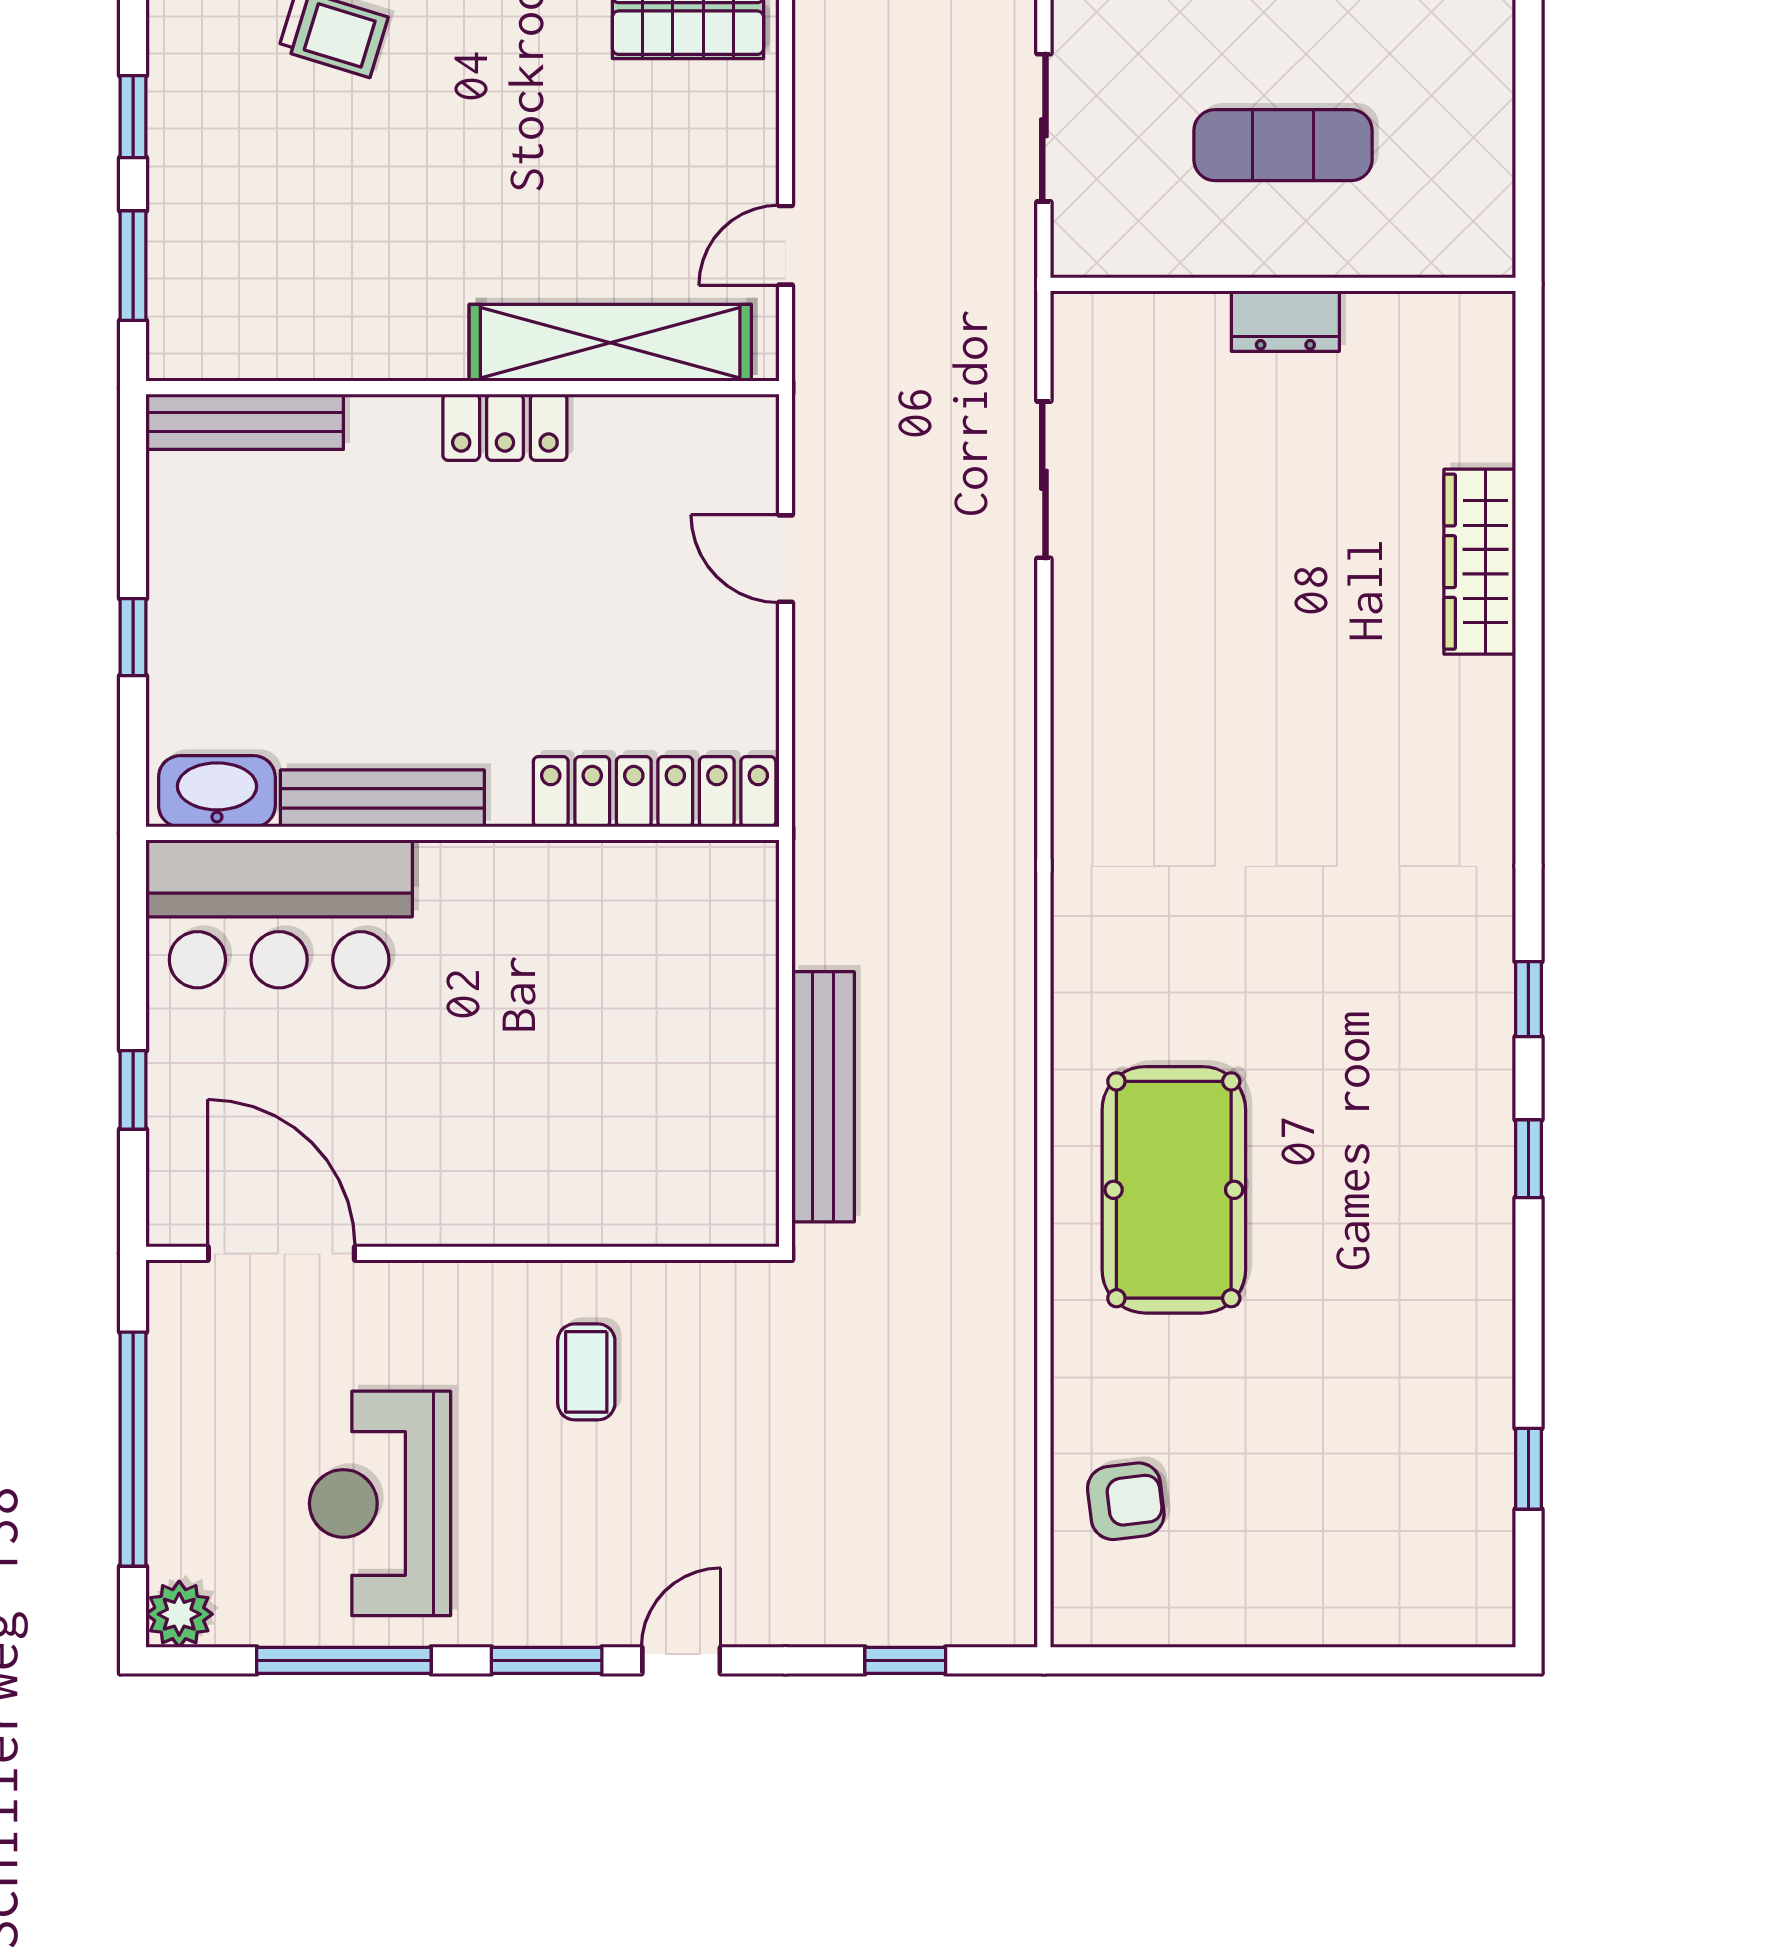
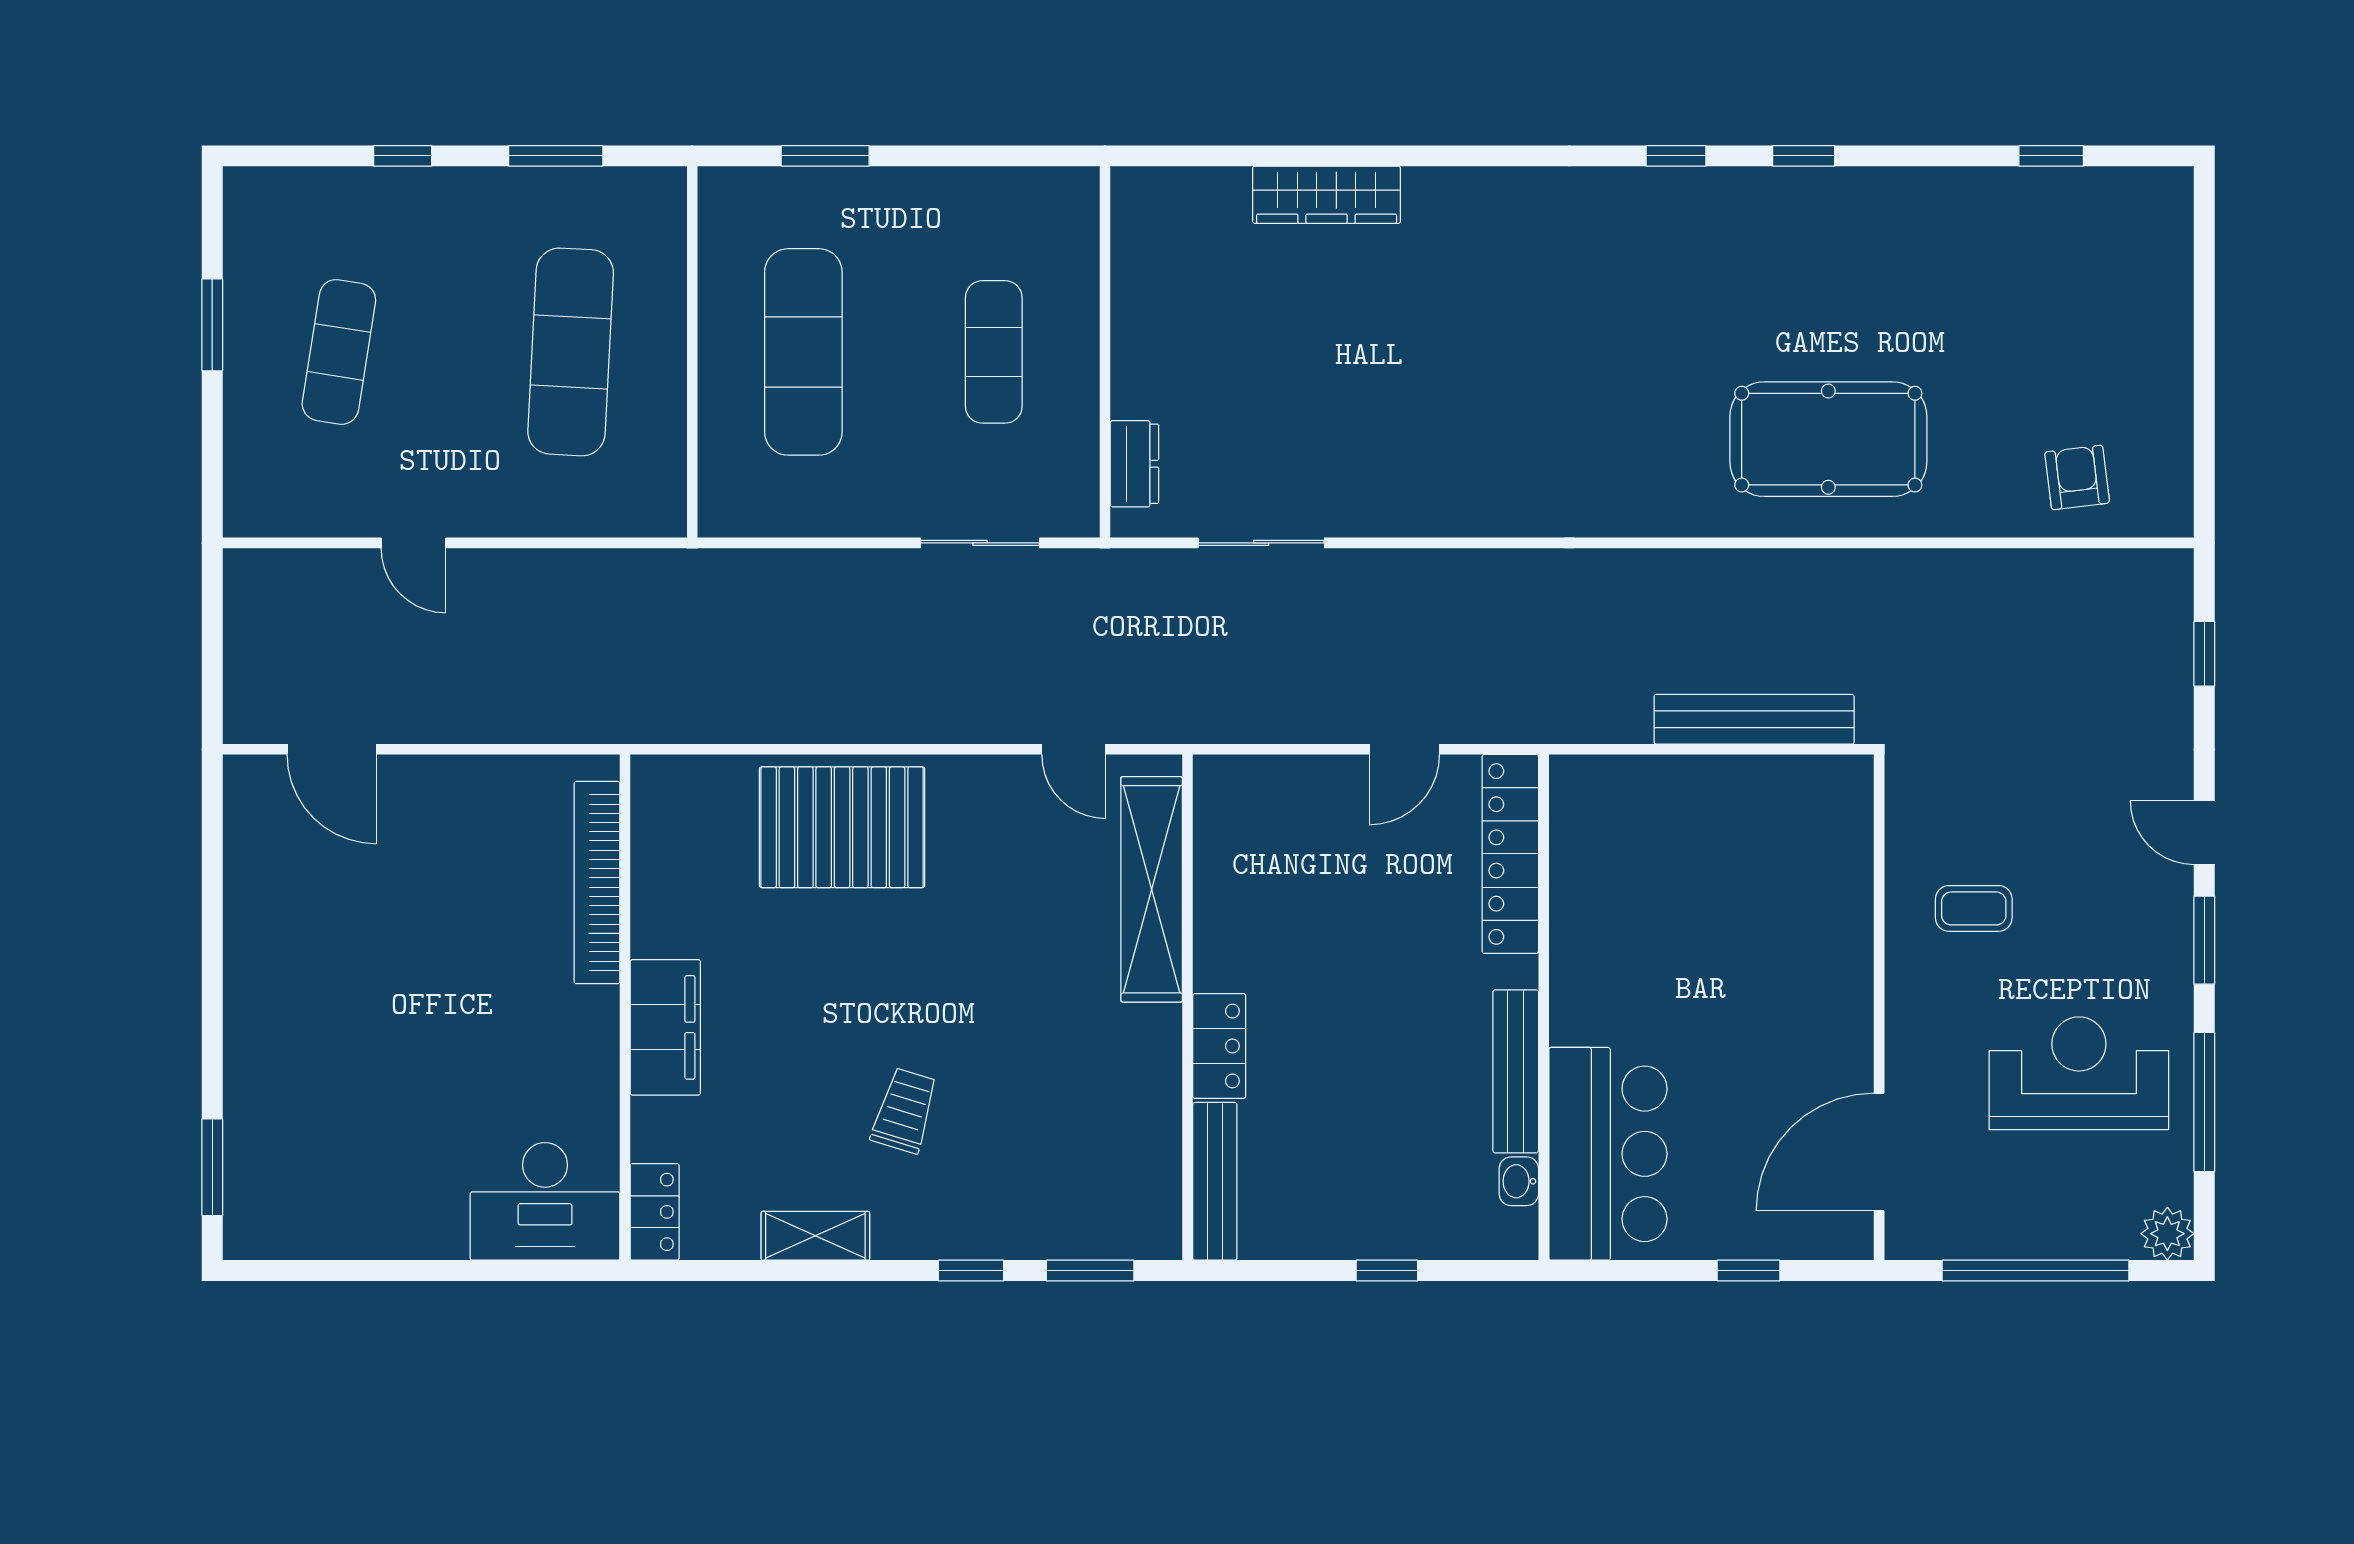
dresser: (1285, 321) -> (1134, 464), moved
locker: (505, 427) -> (1219, 1046), moved
door: (786, 559) -> (1404, 749), moved
washbasin: (217, 791) -> (1519, 1181), width x0.52, depth x0.69
reception desk: (380, 1503) -> (2079, 1073), turned 180

